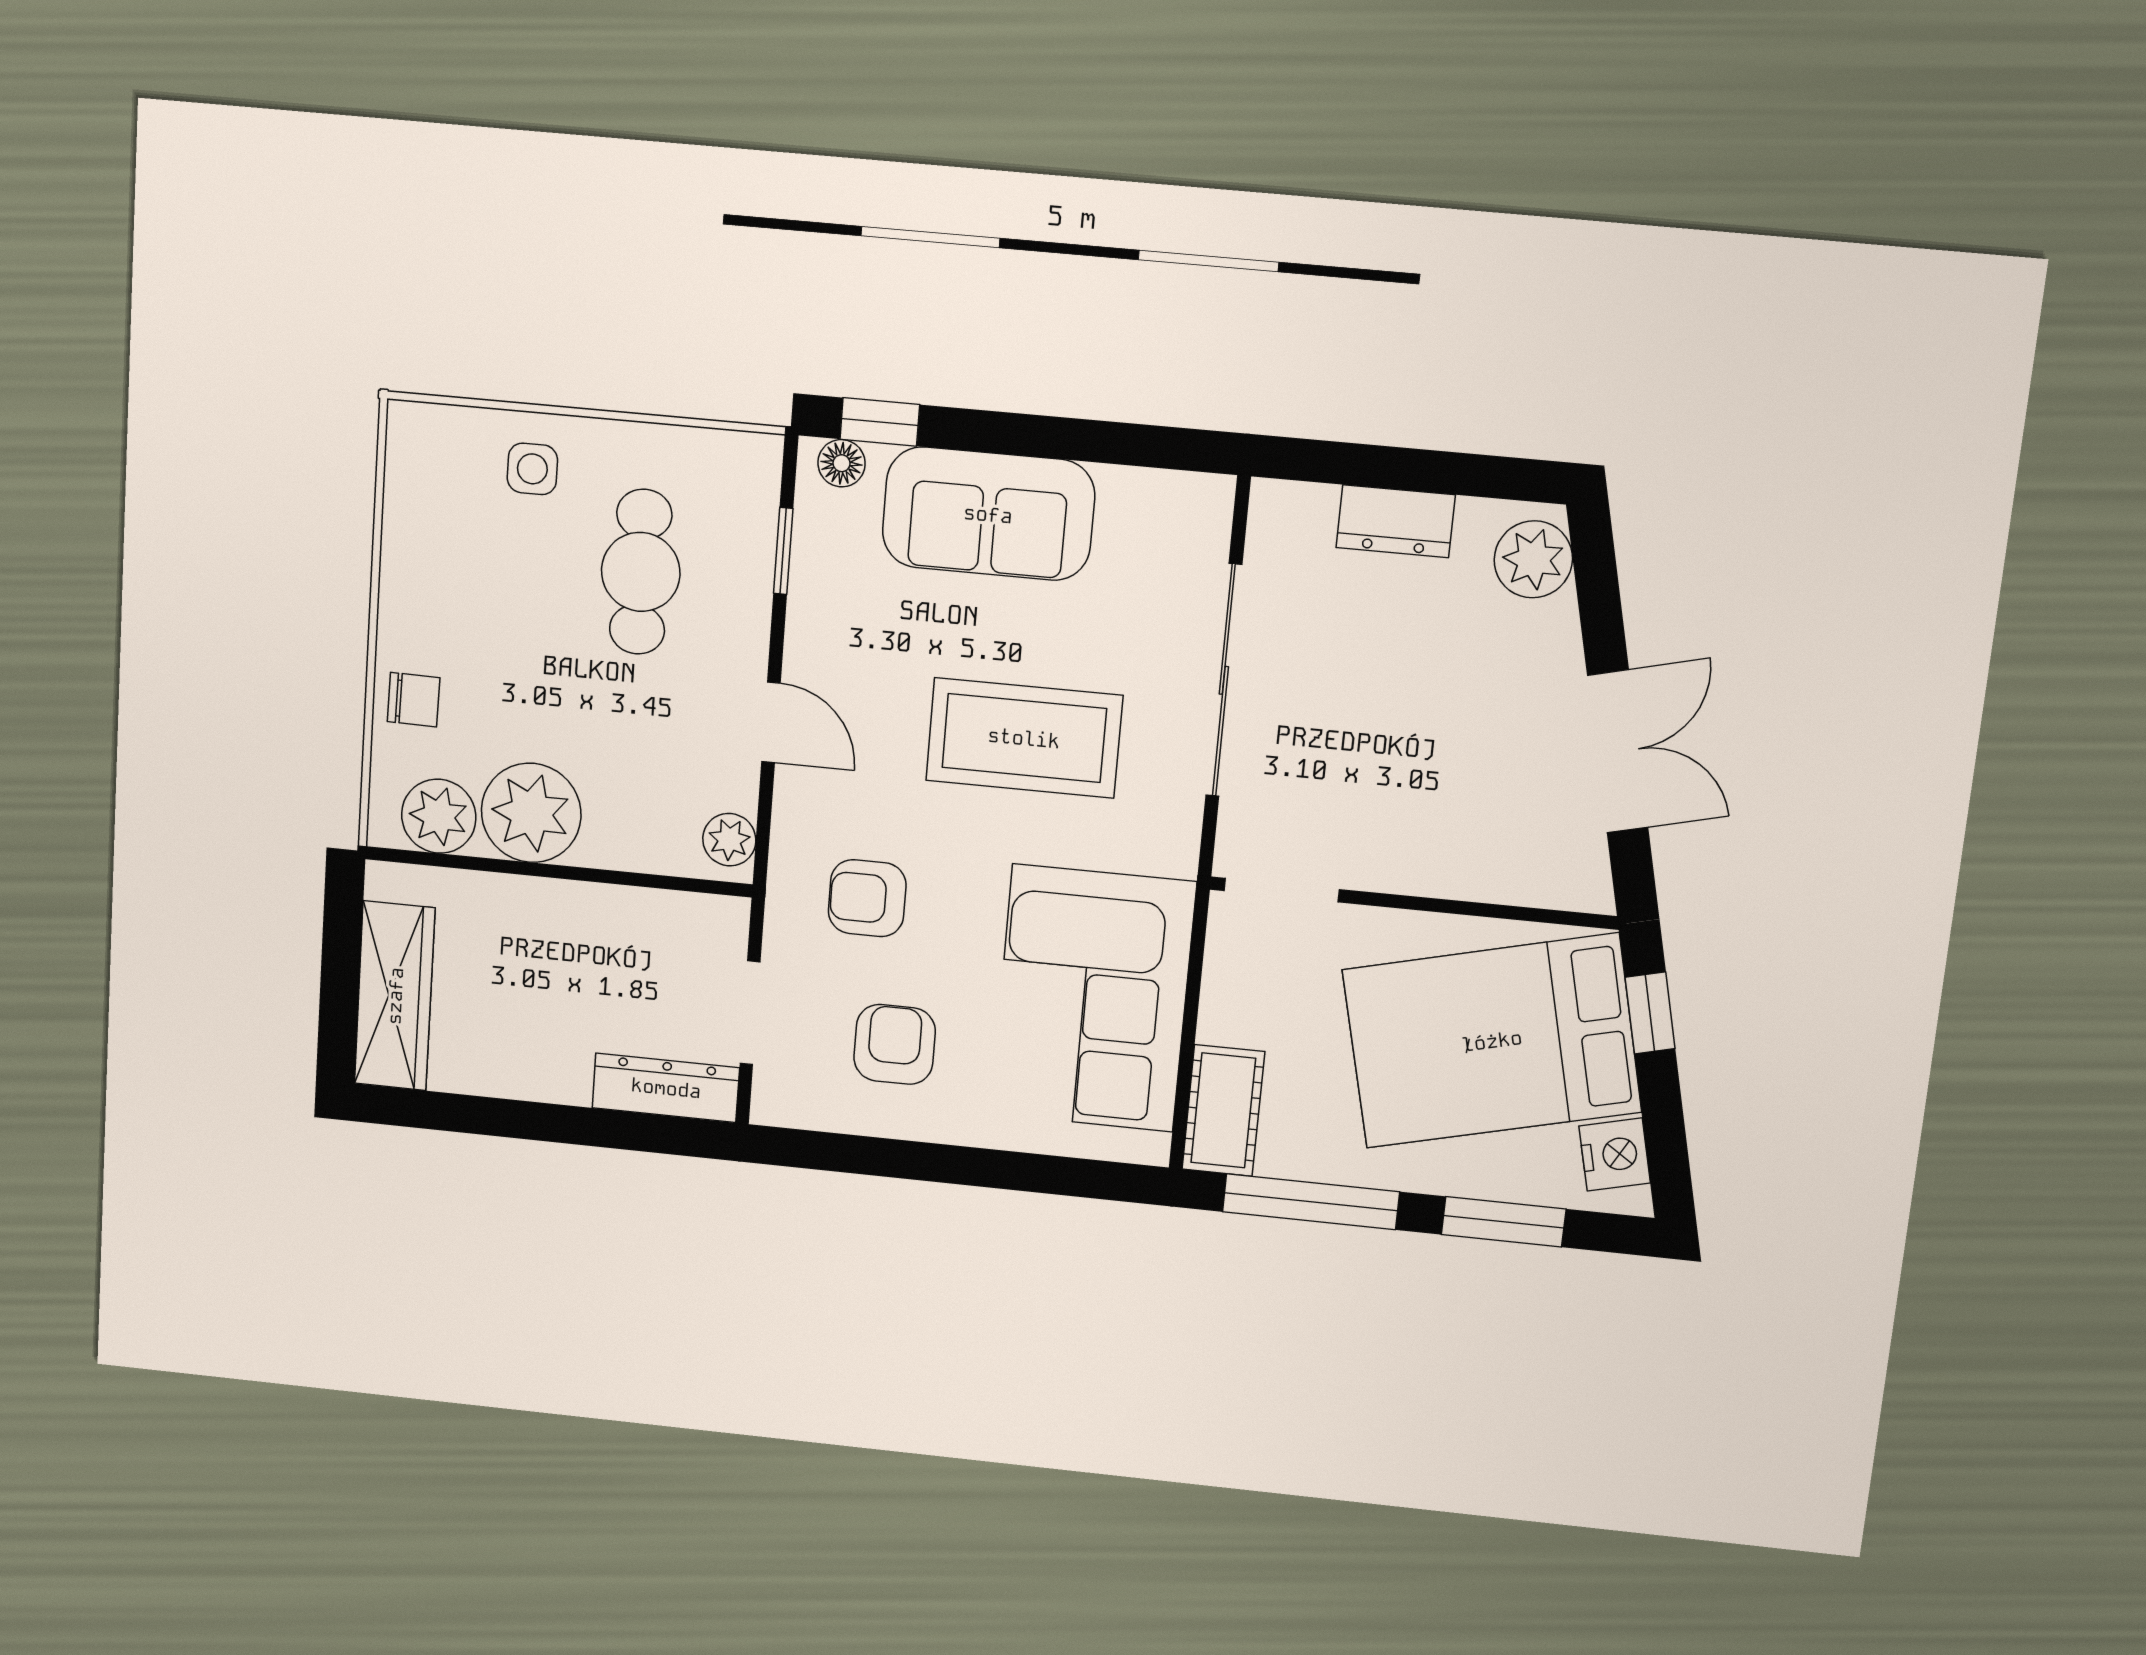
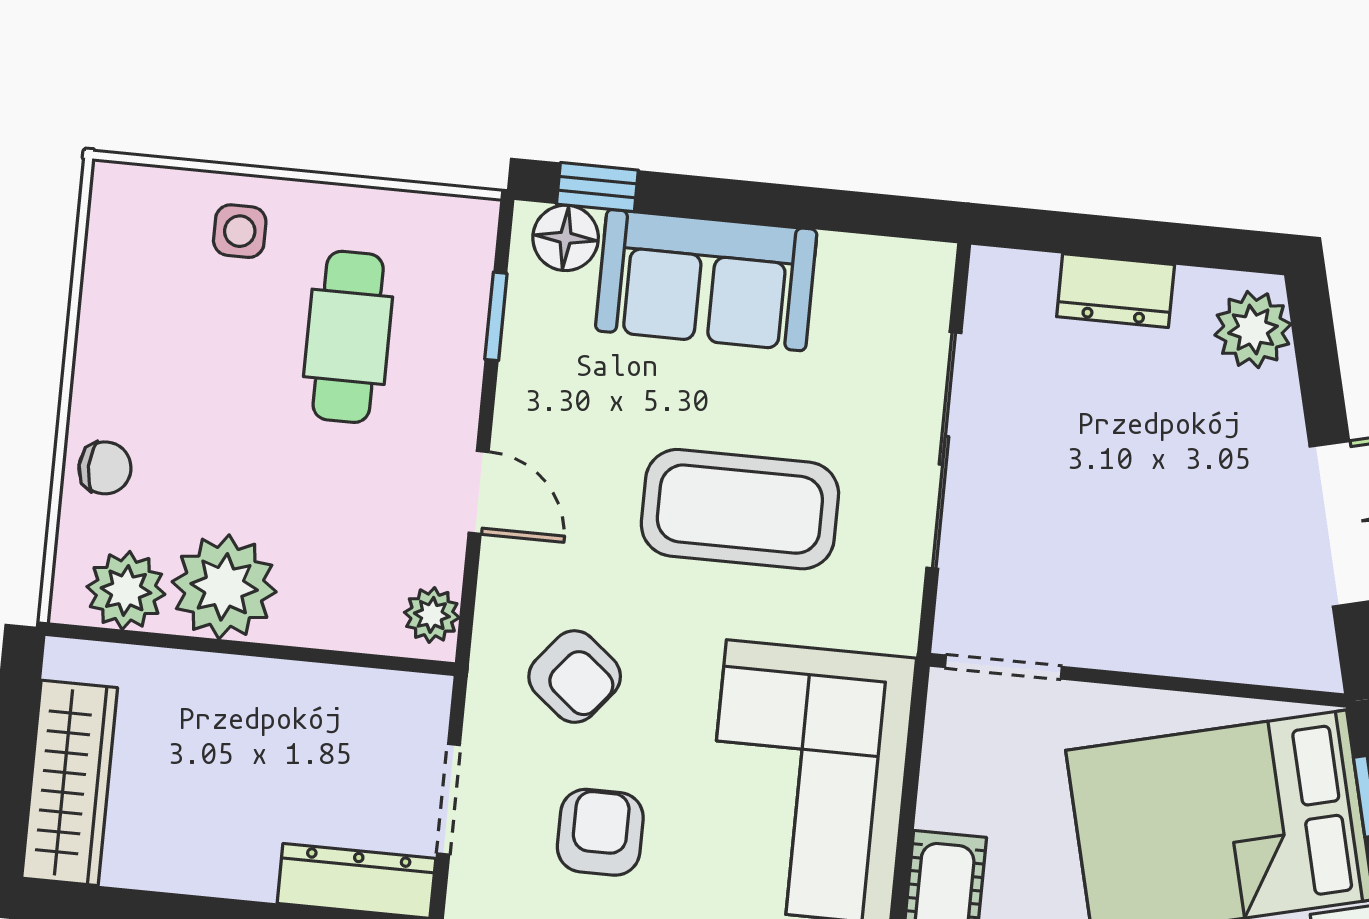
floor lamp: (842, 463) -> (566, 238), width x1.37, depth x1.37
armchair: (867, 898) -> (575, 677), turned -141

